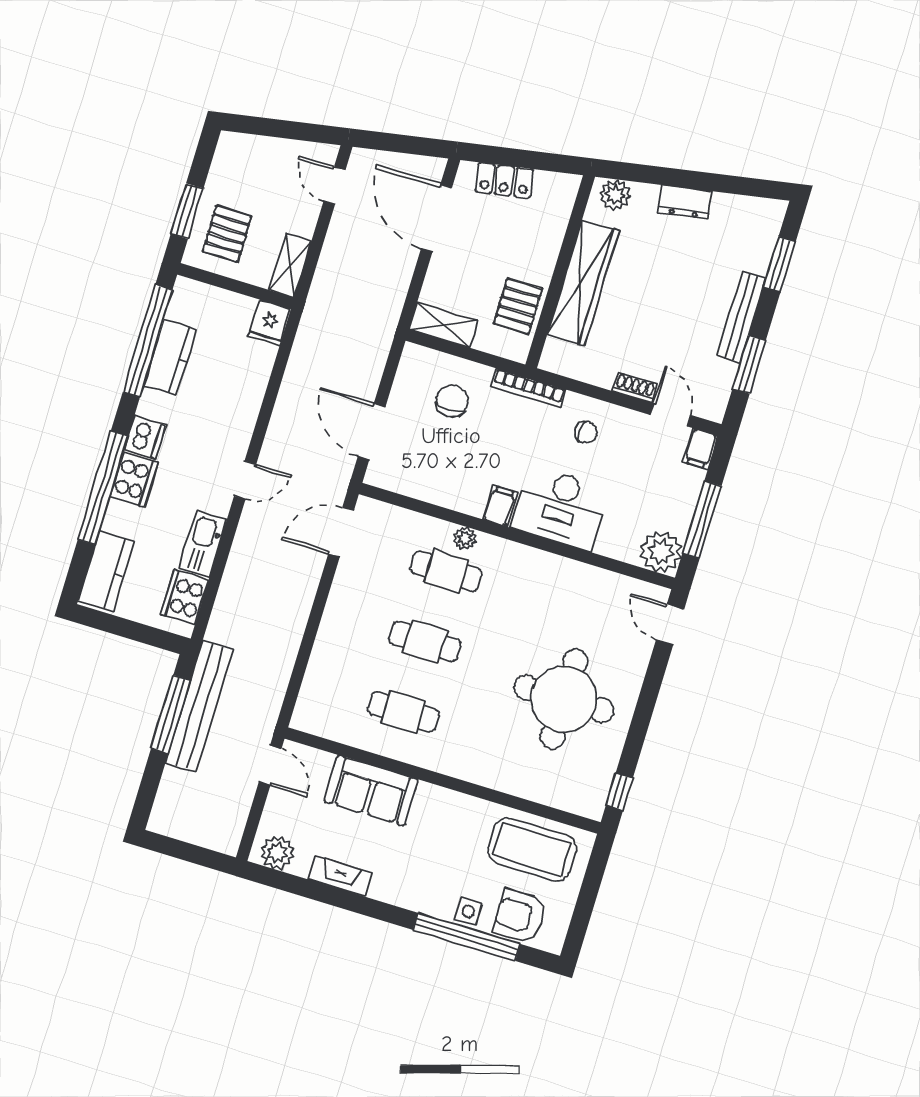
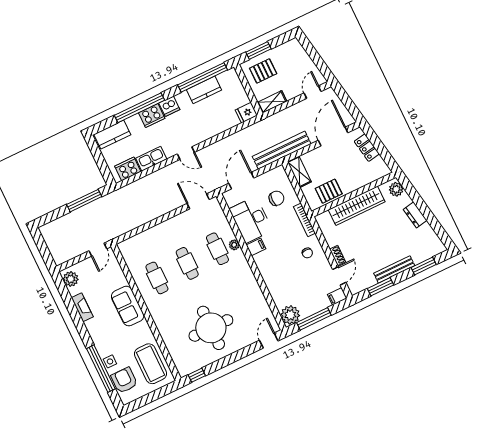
desk: (560, 508) -> (251, 220), moved
bench: (199, 706) -> (282, 150), moved
sofa: (371, 790) -> (128, 306), moved

